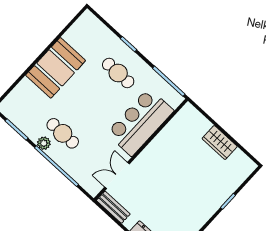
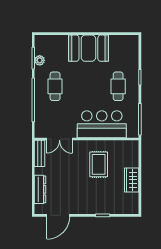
plant: (44, 143) -> (40, 60), moved
rug: (176, 160) -> (99, 164), added
double door: (117, 175) -> (59, 139), swing flipped

